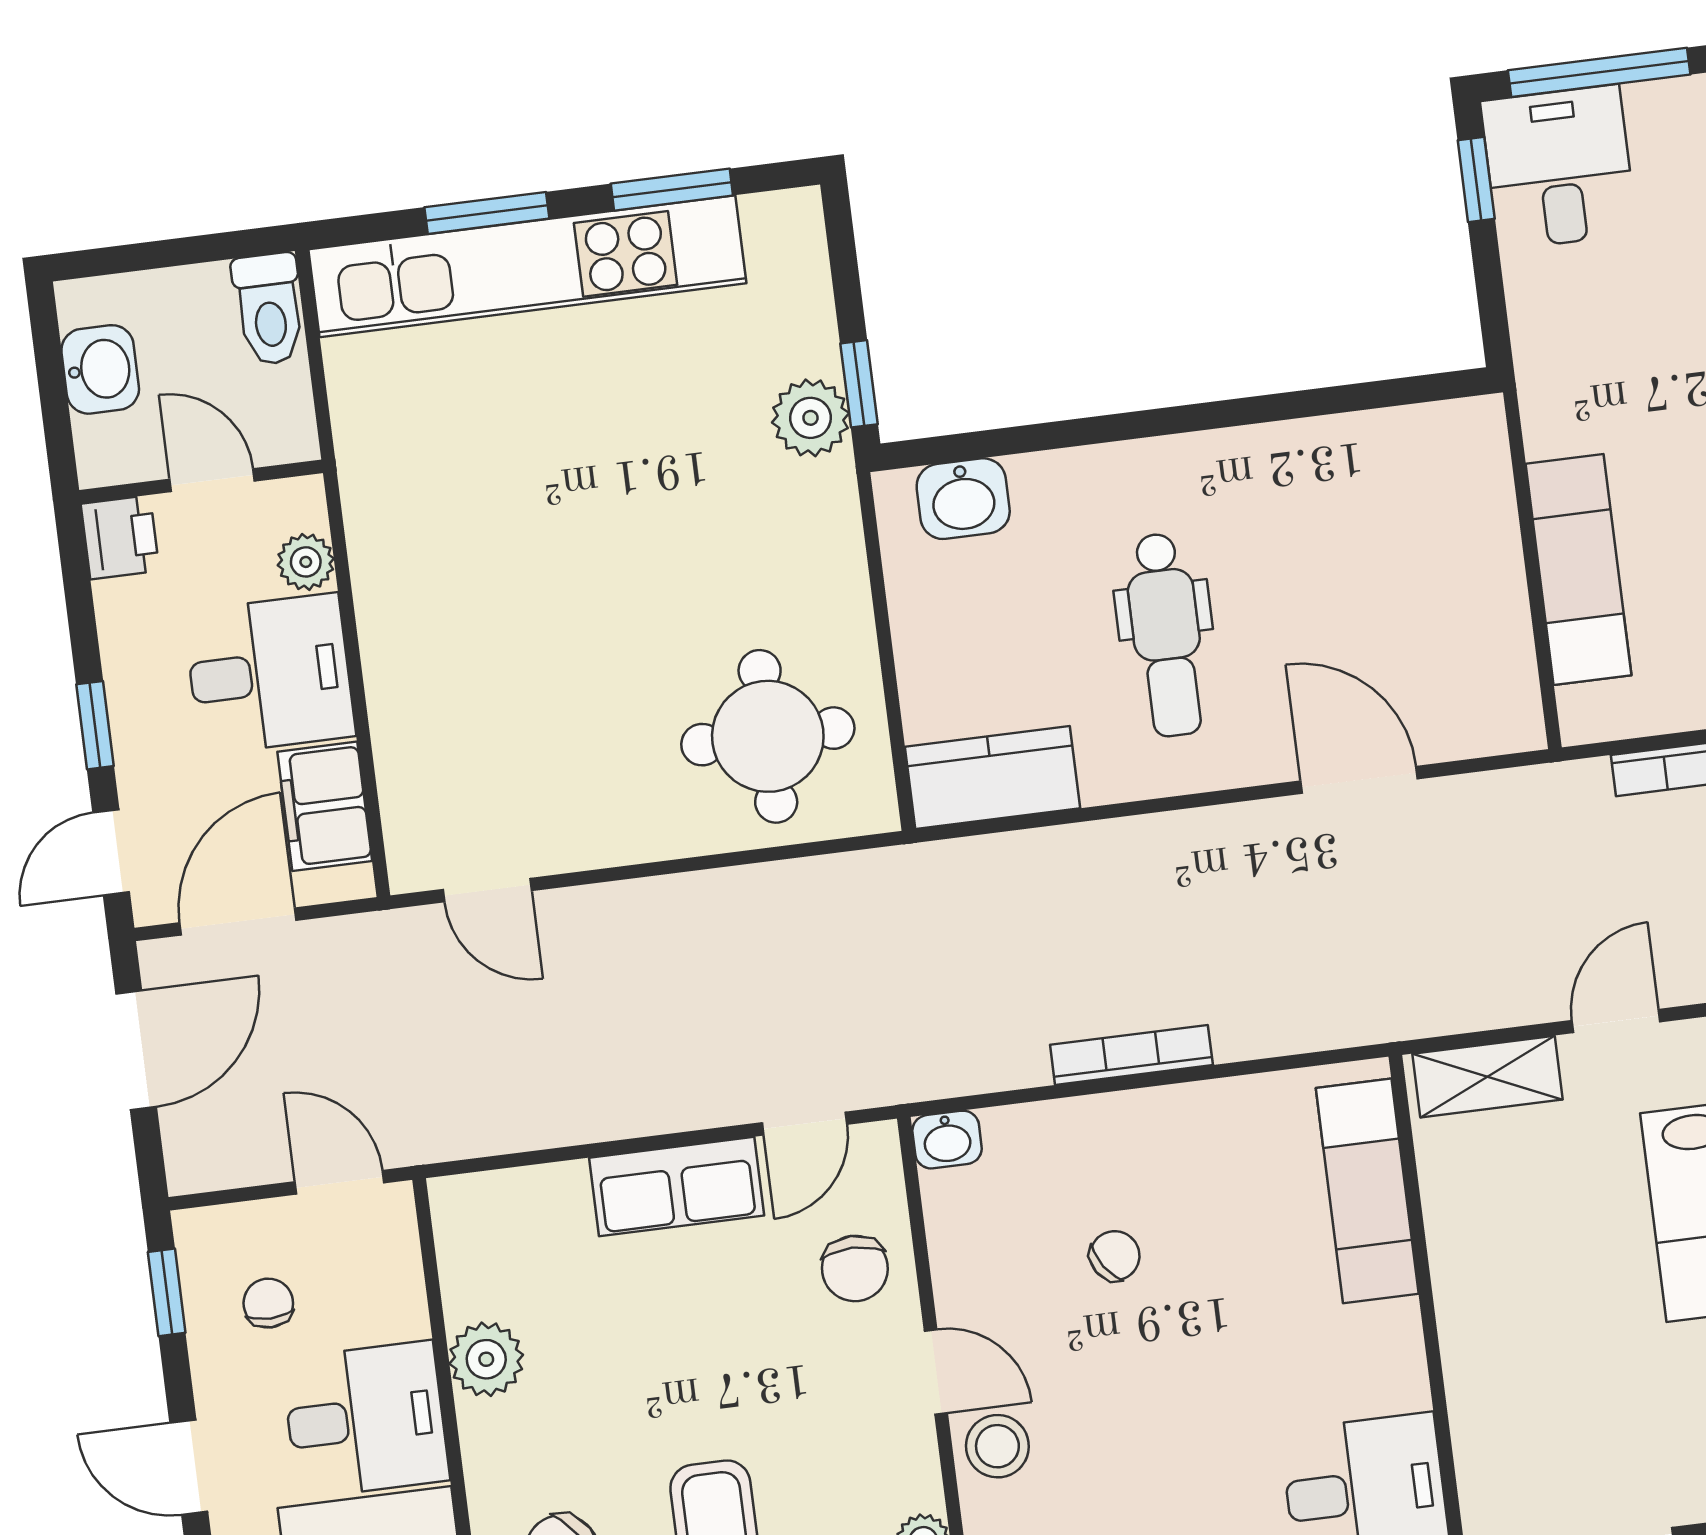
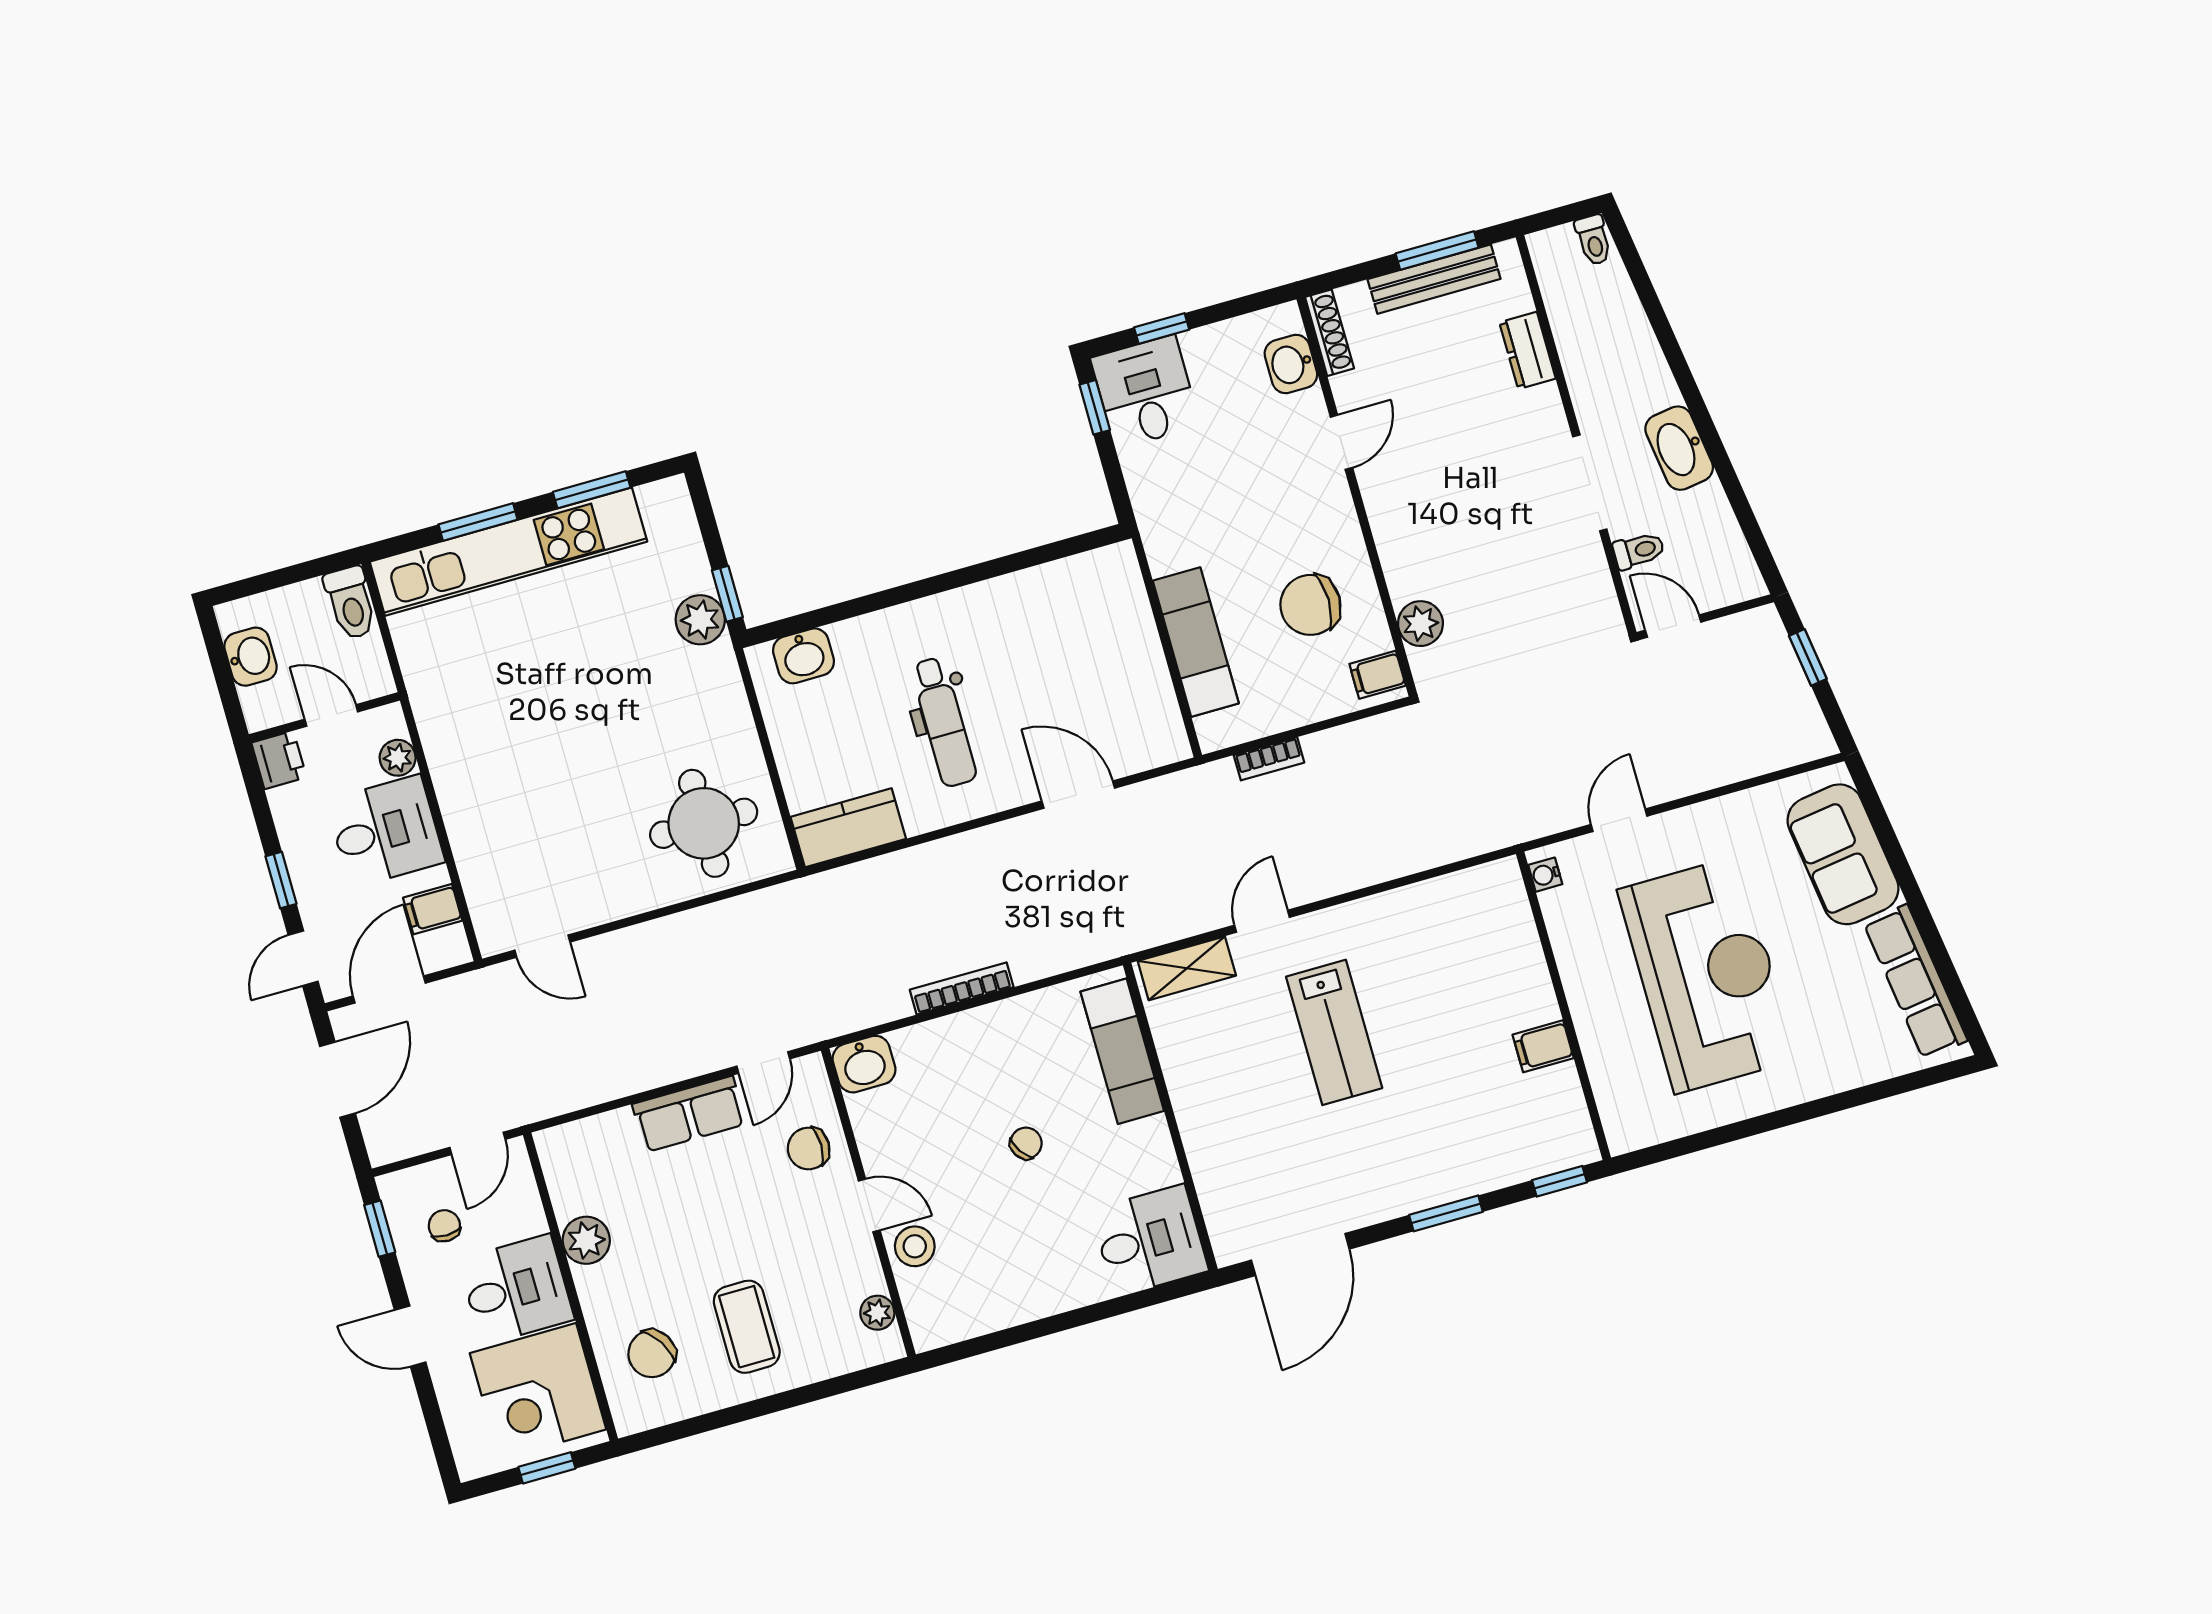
window: (1599, 72) -> (1162, 329), width x0.46
filing cabinet: (325, 806) -> (433, 909), width x0.50
washbasin: (947, 1140) -> (864, 1064), width x1.38, depth x1.45
door: (340, 1182) -> (478, 1143), swing flipped
chair: (1115, 1256) -> (1026, 1143), moved
chair: (855, 1268) -> (809, 1148), turned 90

